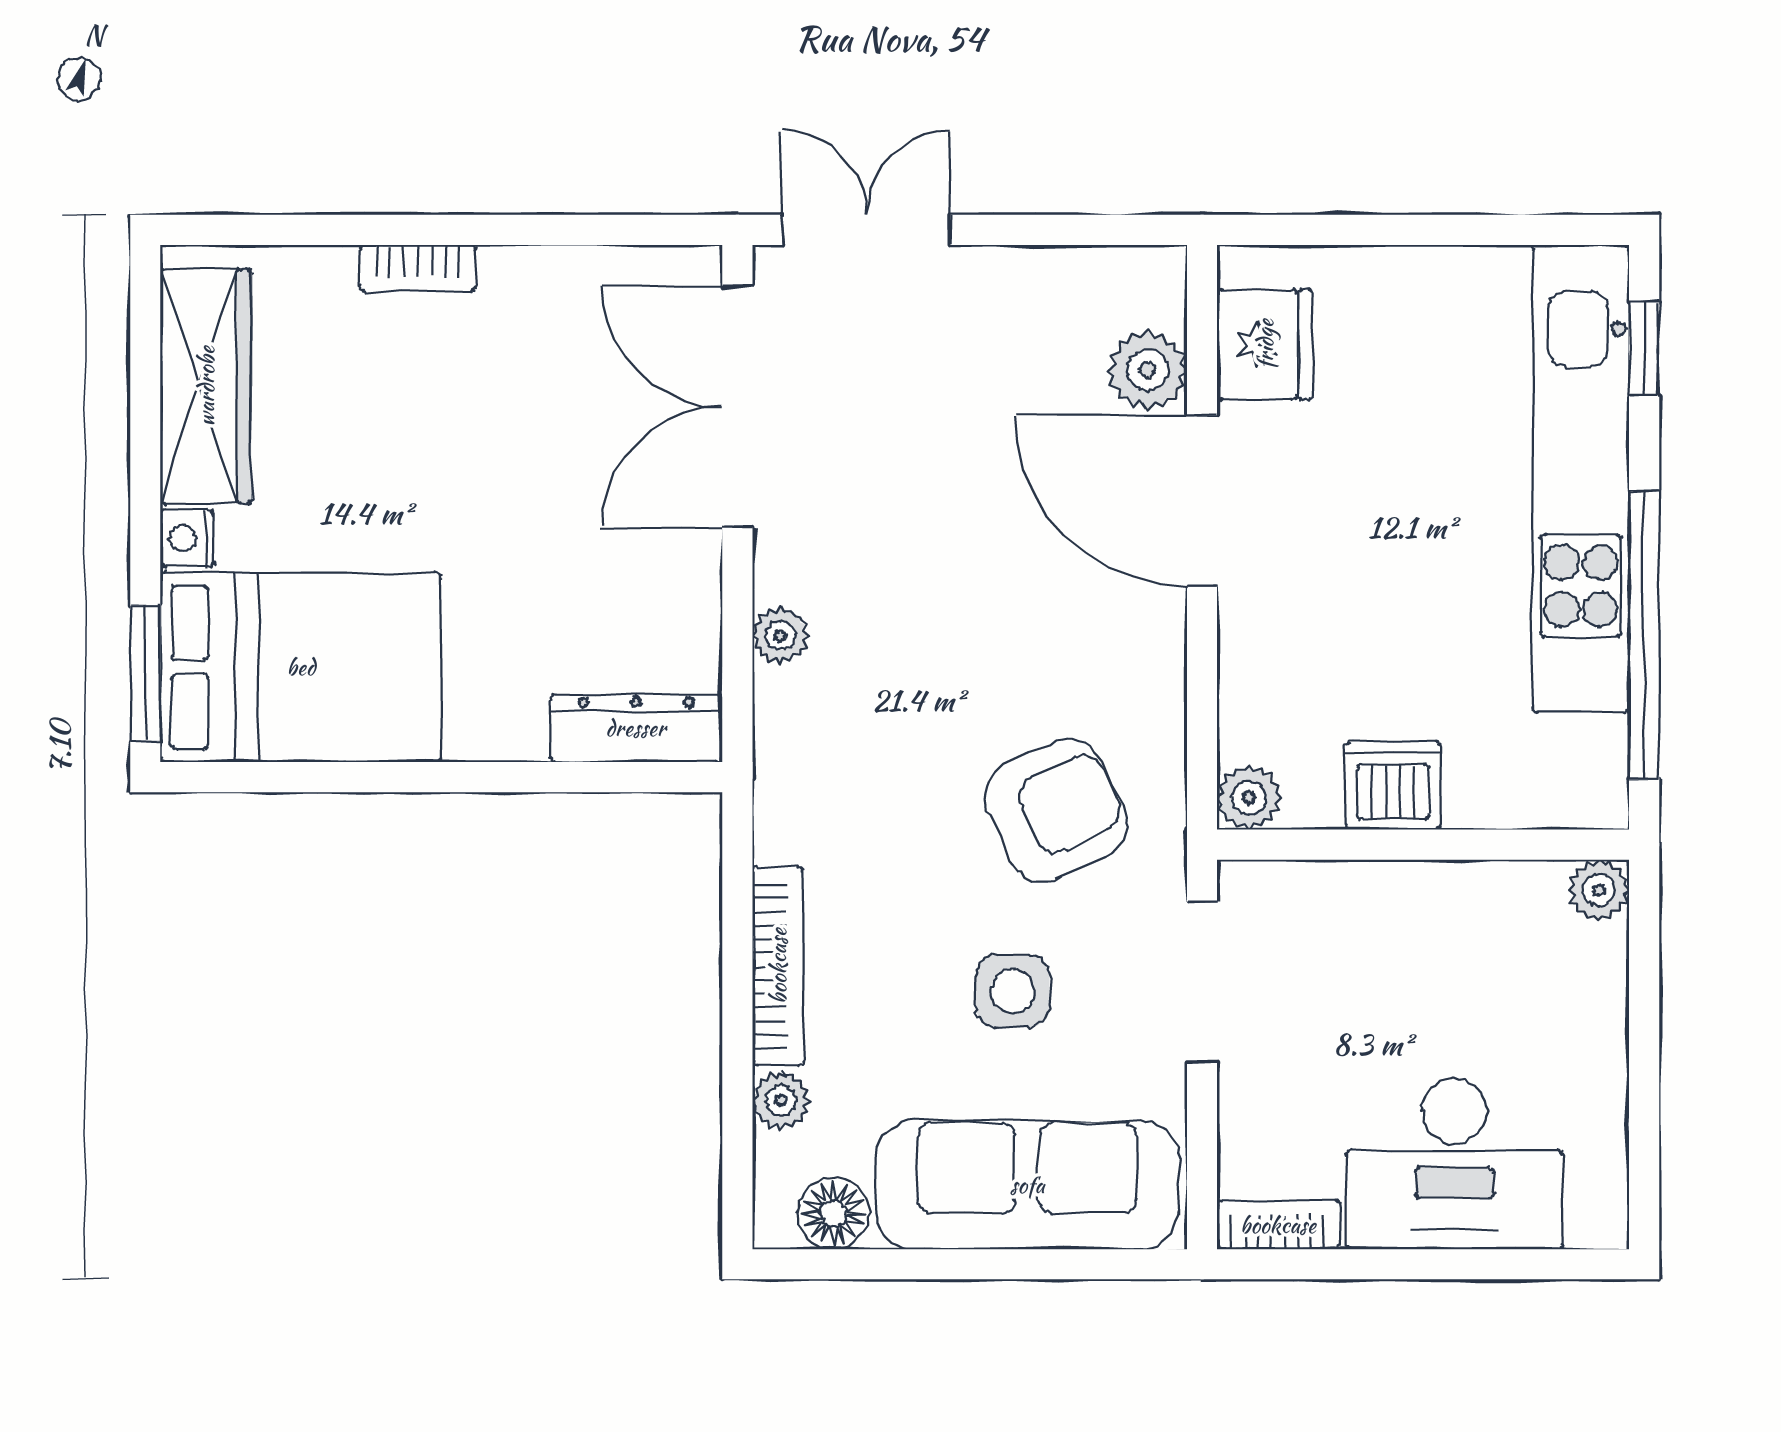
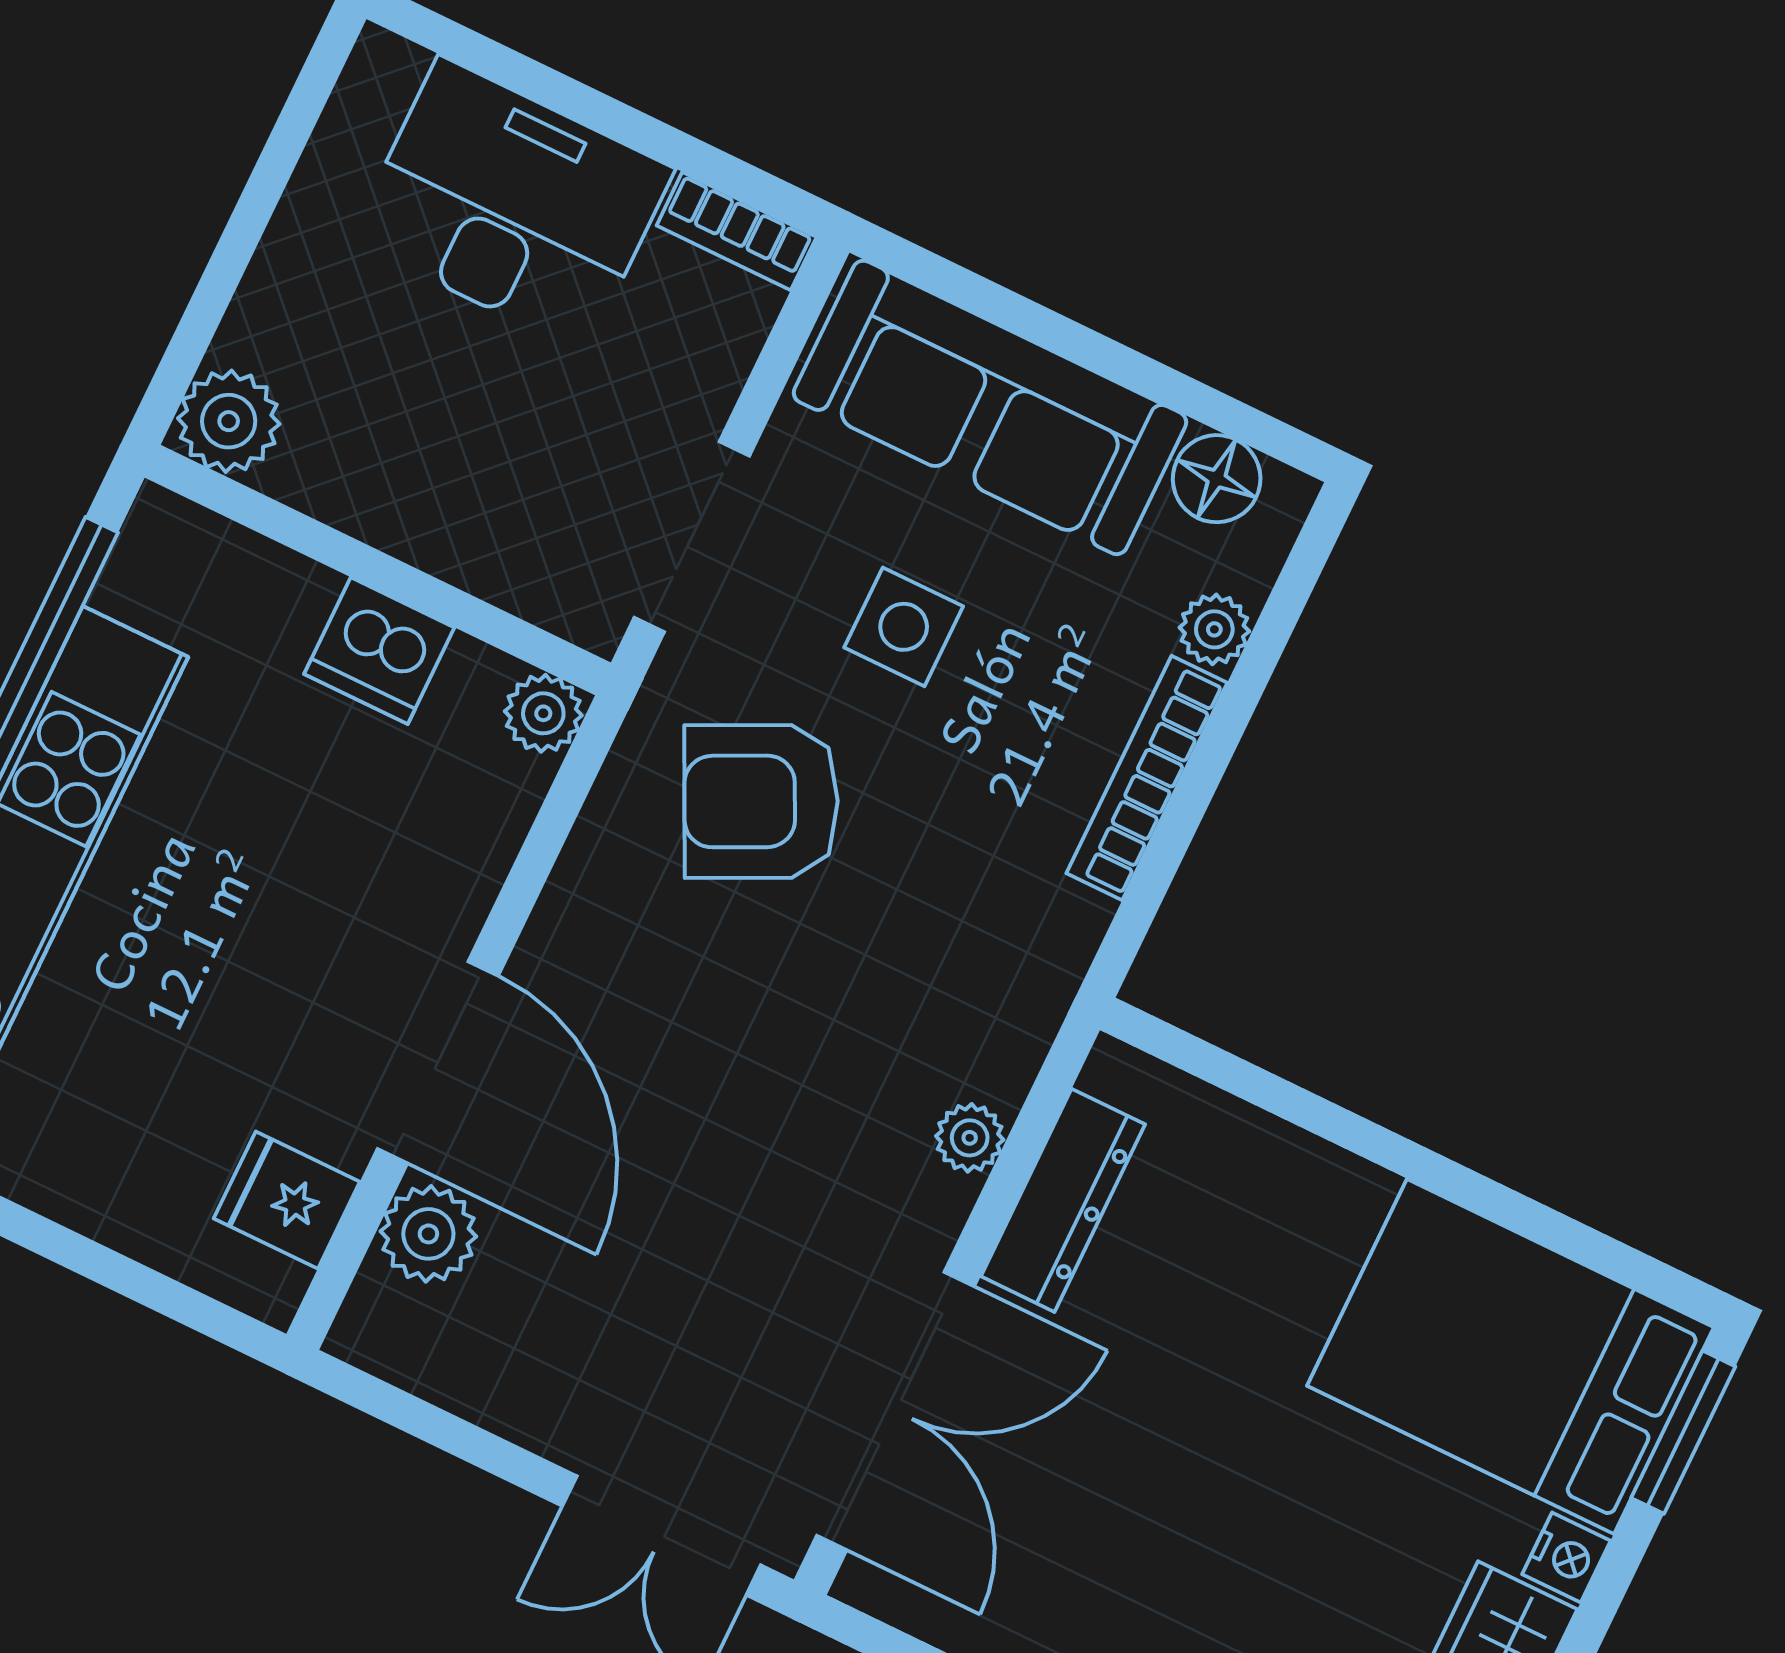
fridge: (1265, 344) -> (287, 1200), width x0.72
dresser: (636, 728) -> (1063, 1200), moved, turned -90
plant: (1599, 890) -> (229, 421), width x1.38, depth x1.38

